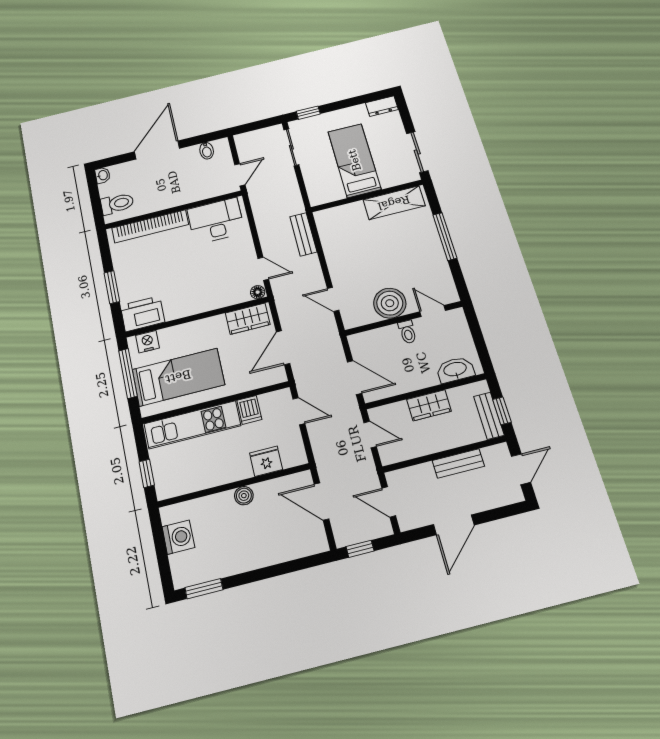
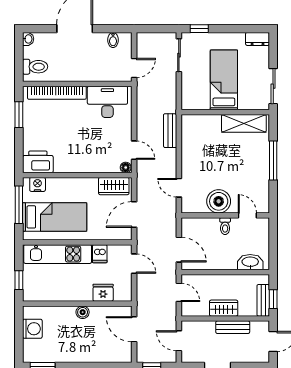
window: (112, 287) -> (19, 115), moved
wardrobe: (429, 405) -> (224, 308), moved, turned 180

